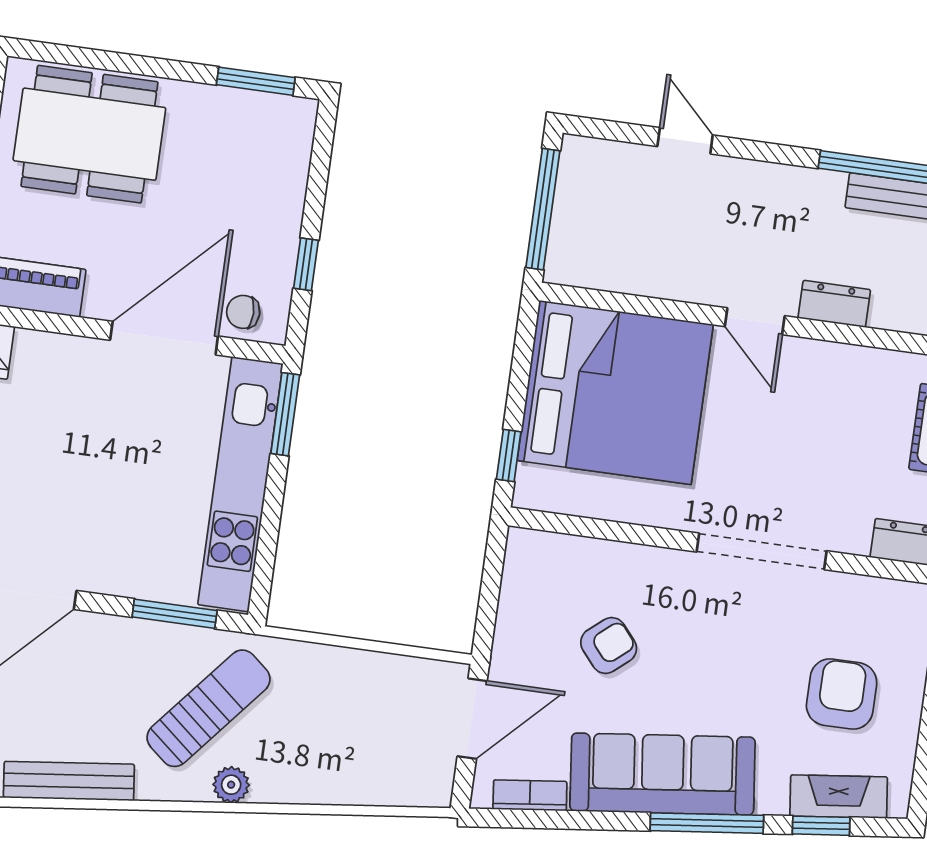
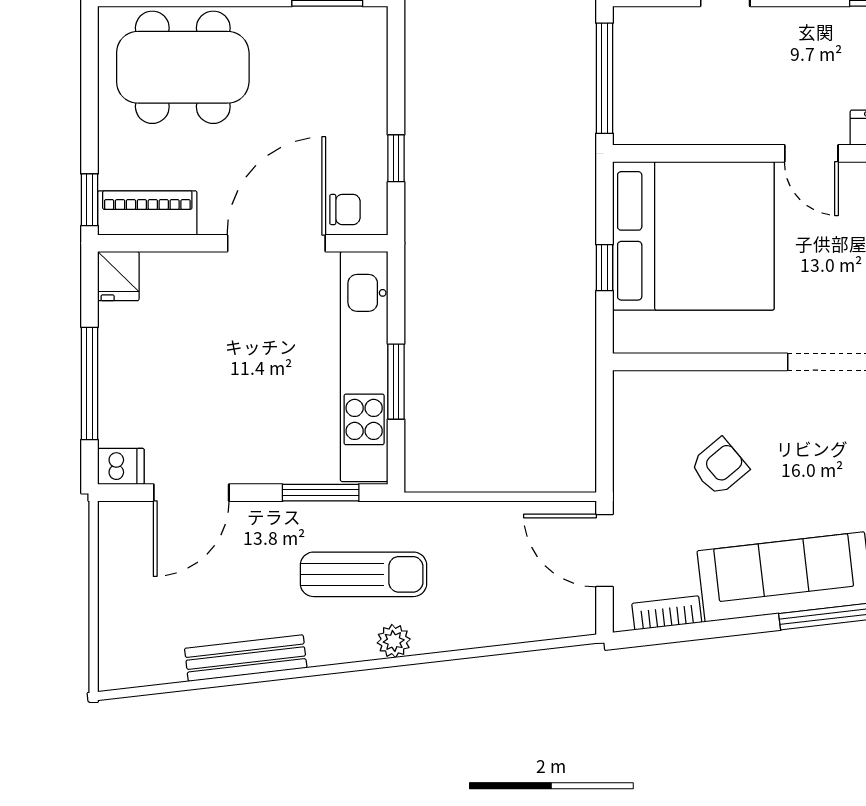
chair: (243, 312) -> (345, 209), turned 180
window: (285, 414) -> (396, 382), moved
window: (509, 456) -> (605, 268), moved
sun lounger: (209, 708) -> (363, 574), turned 50
door: (472, 719) -> (605, 551), swing flipped

